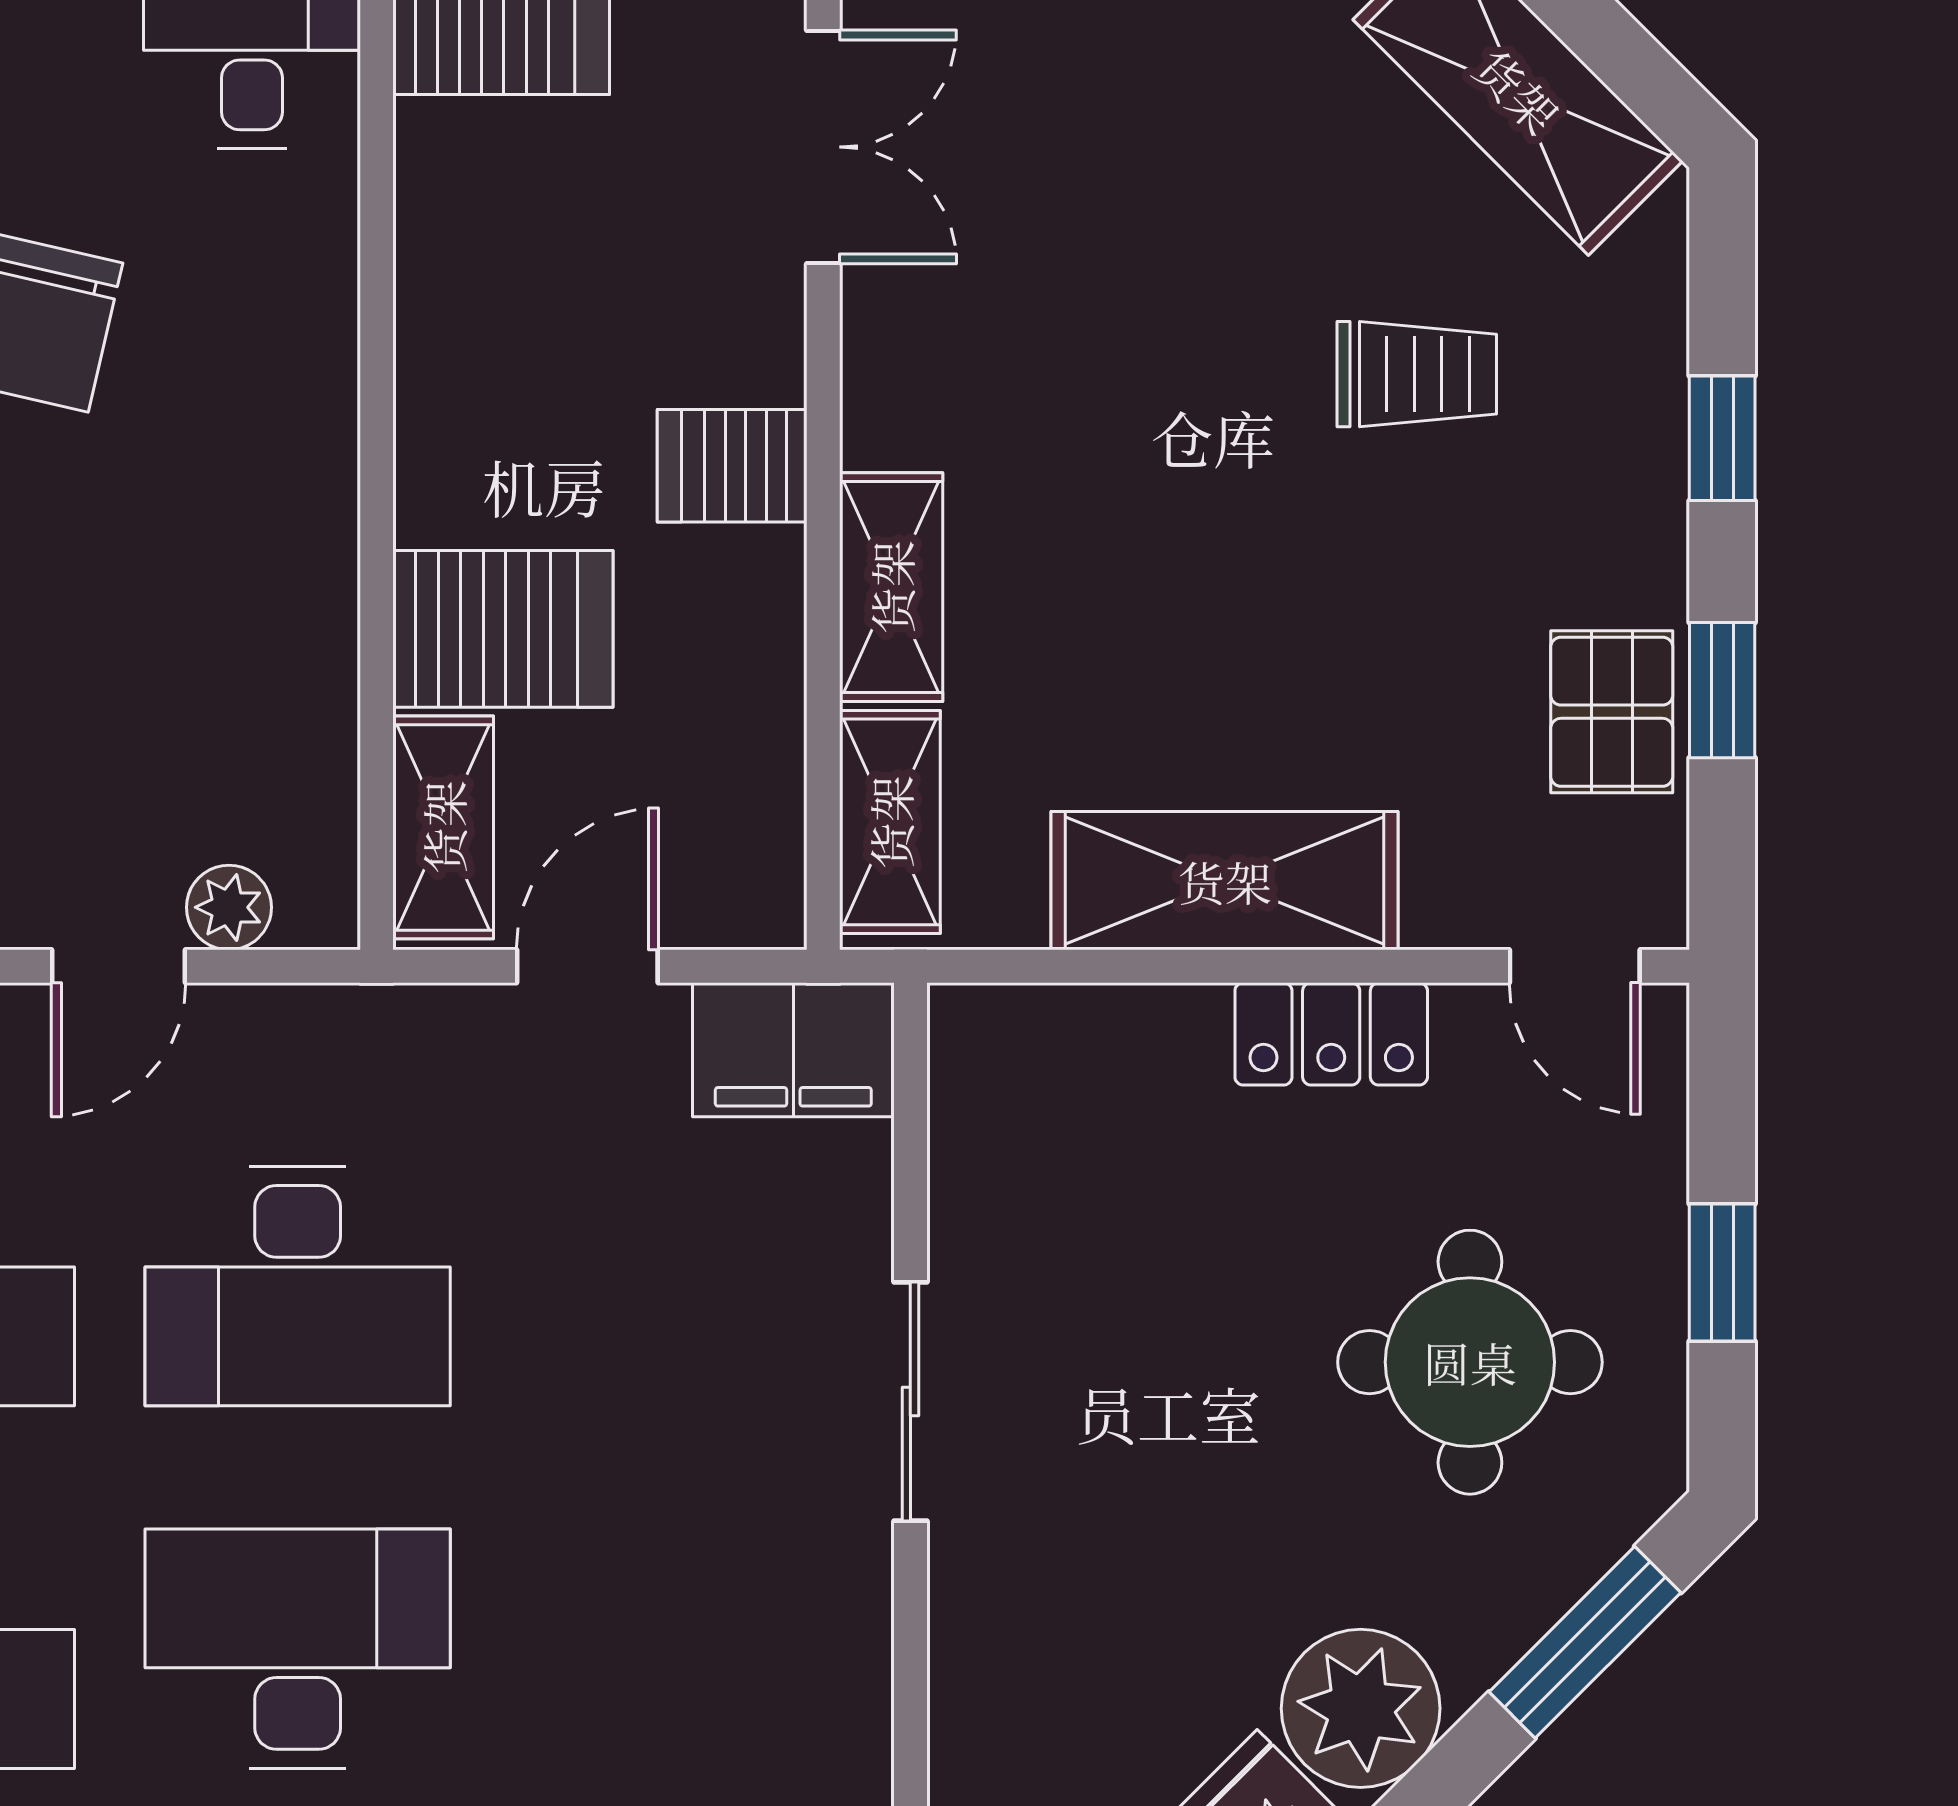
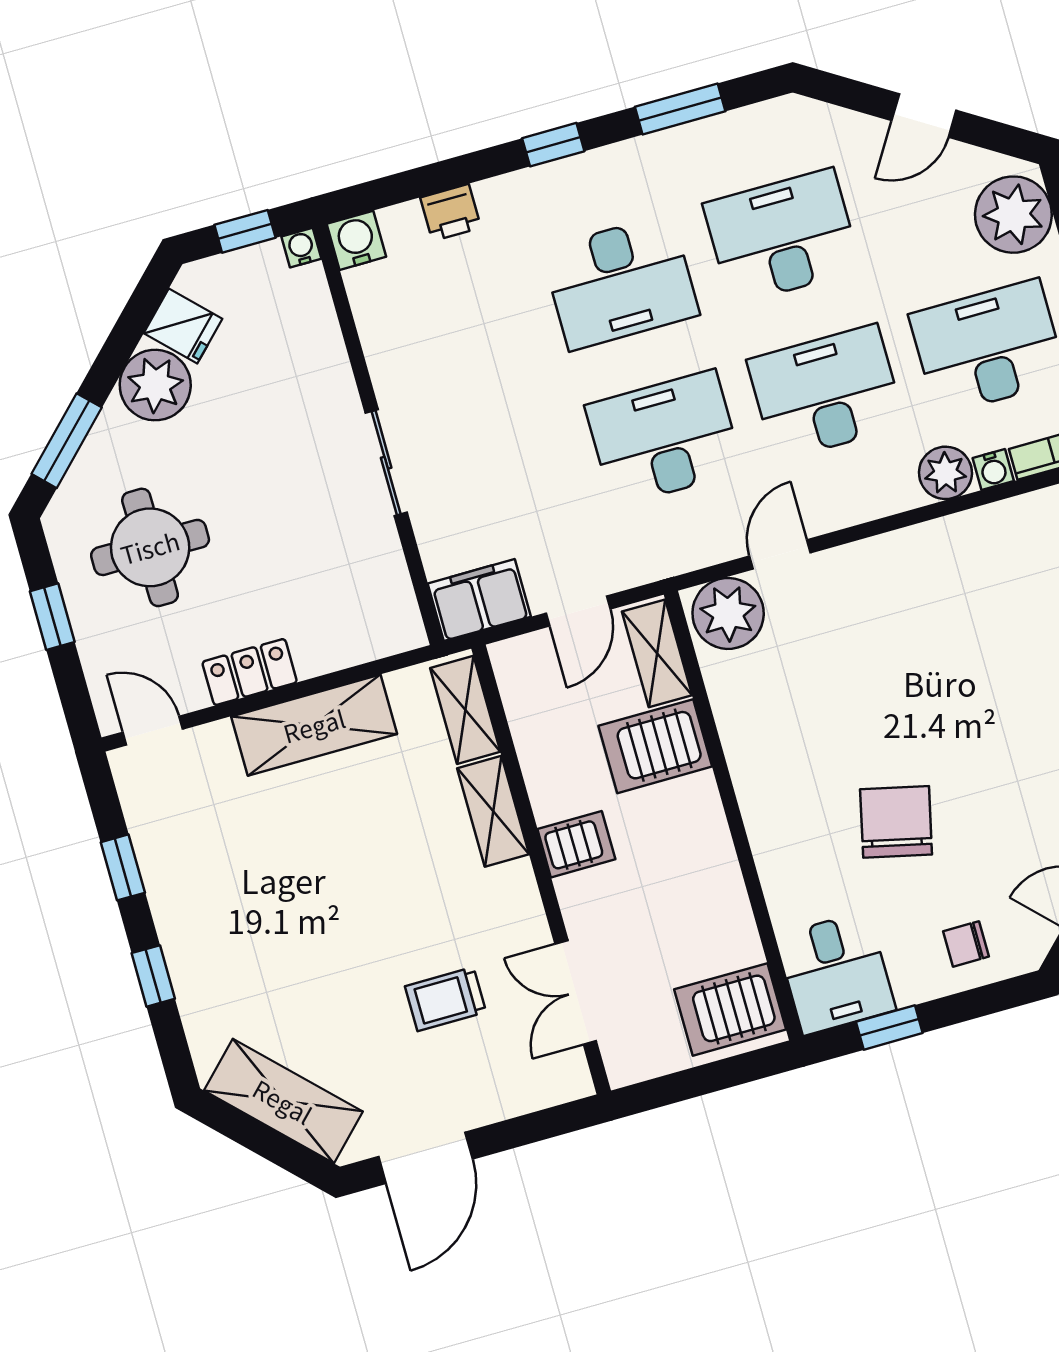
trolley: (1417, 374) -> (445, 999), moved
pallet: (1612, 712) -> (168, 845), removed
plant: (229, 907) -> (728, 613), width x1.88, depth x1.88

